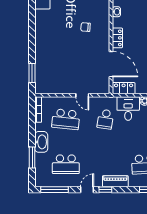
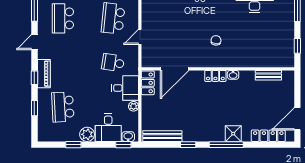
locker: (117, 38) -> (215, 76), moved
door: (87, 190) -> (34, 42), swing flipped
window: (105, 190) -> (34, 78), moved

